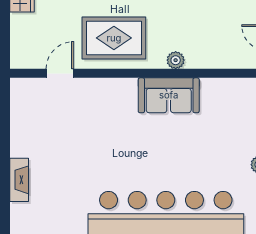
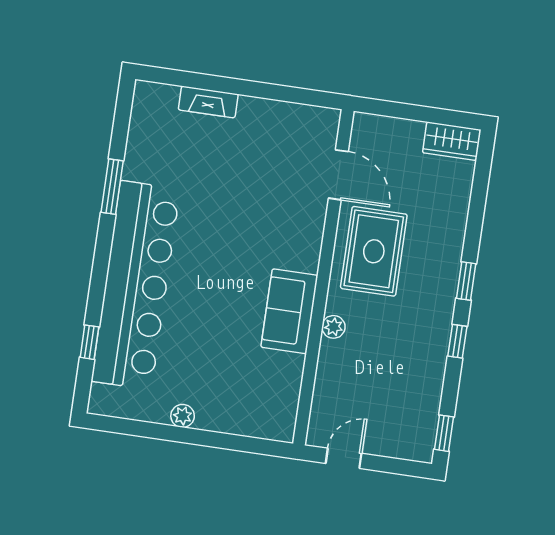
door: (60, 73) -> (338, 175), width x1.38

